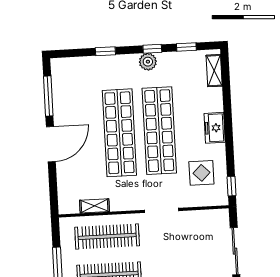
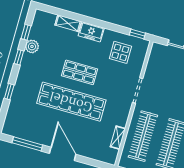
plant: (148, 62) -> (32, 46), moved
shelving: (214, 71) -> (68, 23), moved
shop shelf: (159, 131) -> (80, 72), width x0.50, depth x0.74

